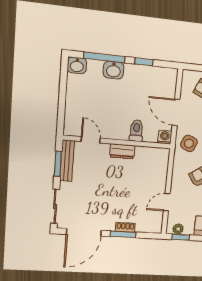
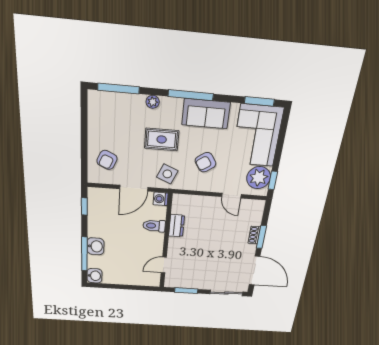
window: (144, 62) -> (84, 207), moved
dresser: (122, 151) -> (177, 226), moved
bench: (67, 161) -> (184, 284), removed
plant: (178, 229) -> (259, 178), width x1.87, depth x1.87

